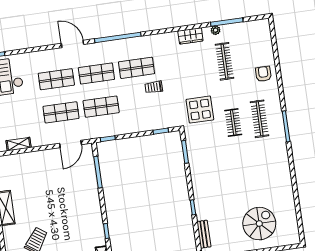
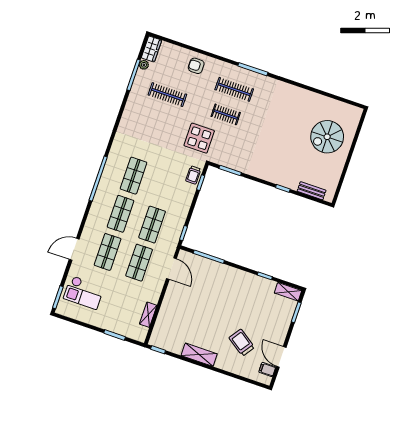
plant: (216, 30) -> (144, 65), moved
wardrobe: (190, 36) -> (151, 49), moved
door: (73, 44) -> (74, 249), moved
trolley: (154, 87) -> (193, 175), moved
spiral stairs: (259, 224) -> (327, 137), turned -90

